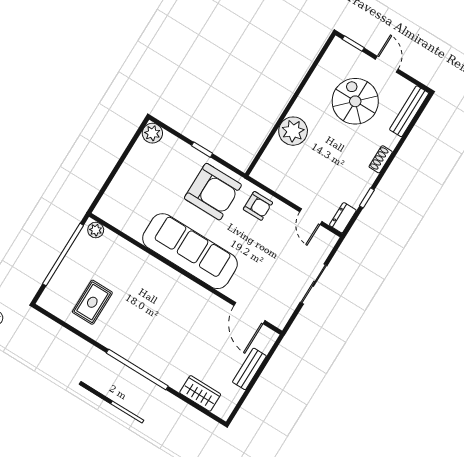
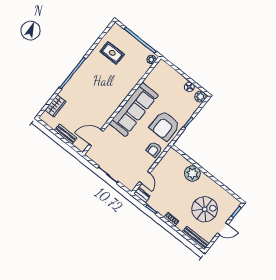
floor lamp: (137, 155) -> (189, 87), added
door: (311, 217) -> (145, 177), swing flipped

